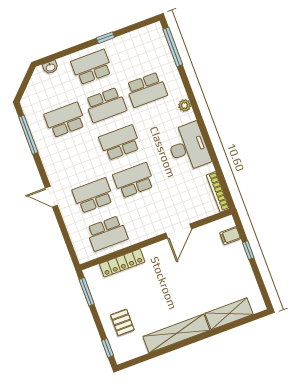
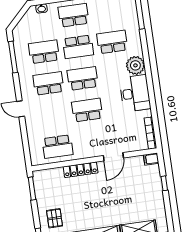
school desk: (146, 90) -> (112, 42), turned 180
plant: (185, 105) -> (135, 65), width x1.88, depth x1.88
school desk: (93, 196) -> (48, 83), moved
filing cabinet: (230, 236) -> (151, 159), moved
locker: (122, 263) -> (81, 170), moved

